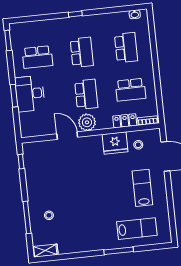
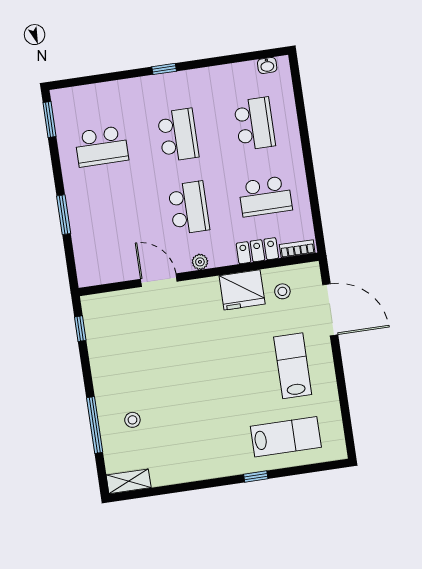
desk: (30, 94) -> (91, 210), removed
plant: (87, 122) -> (200, 262), width x0.53, depth x0.53
window: (119, 251) -> (256, 476), width x0.46

